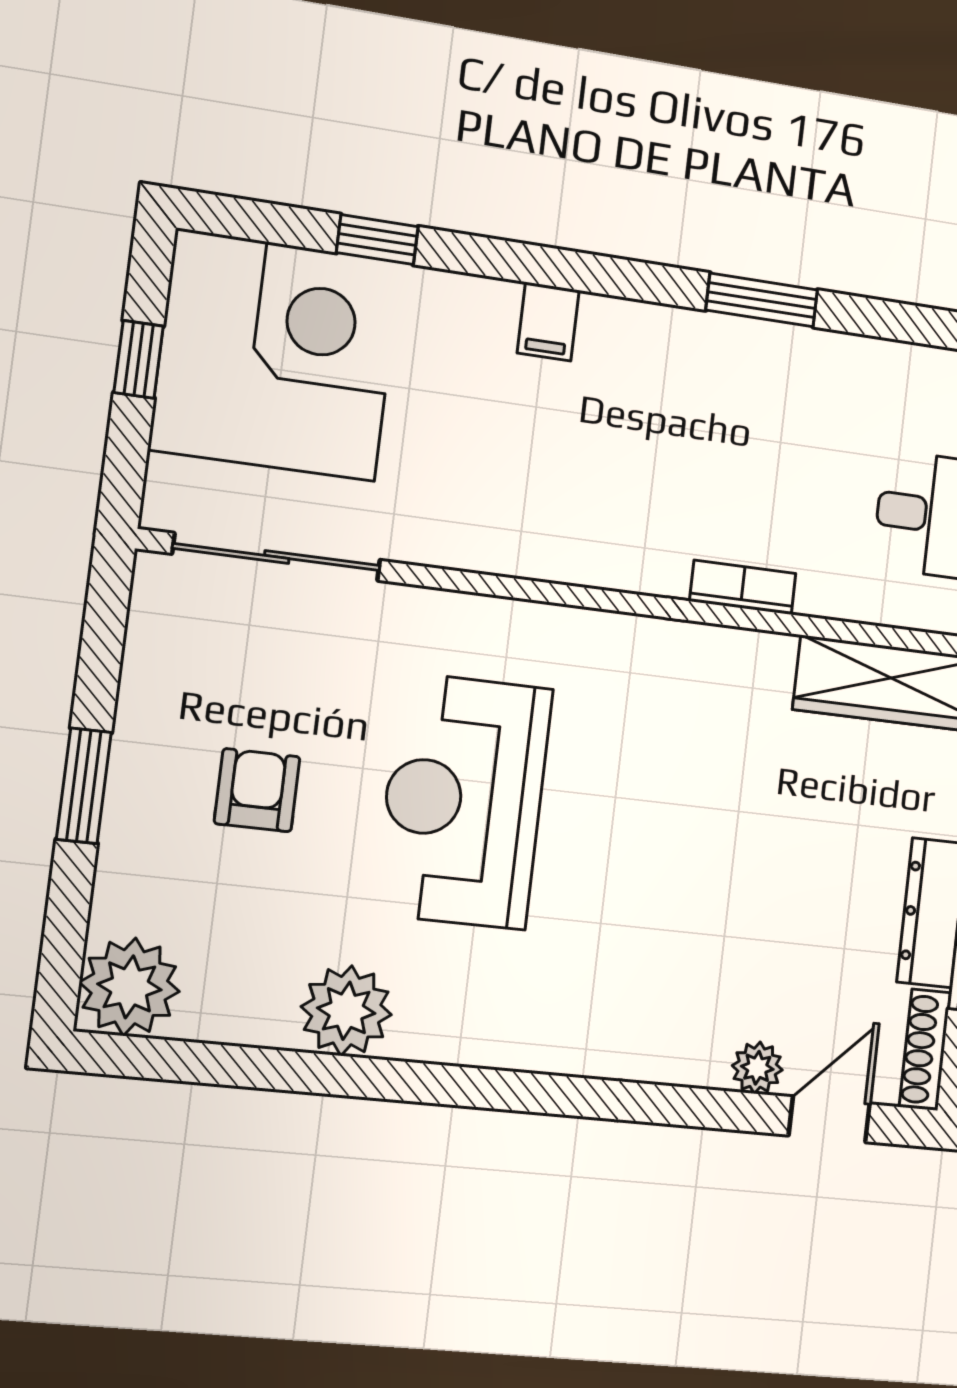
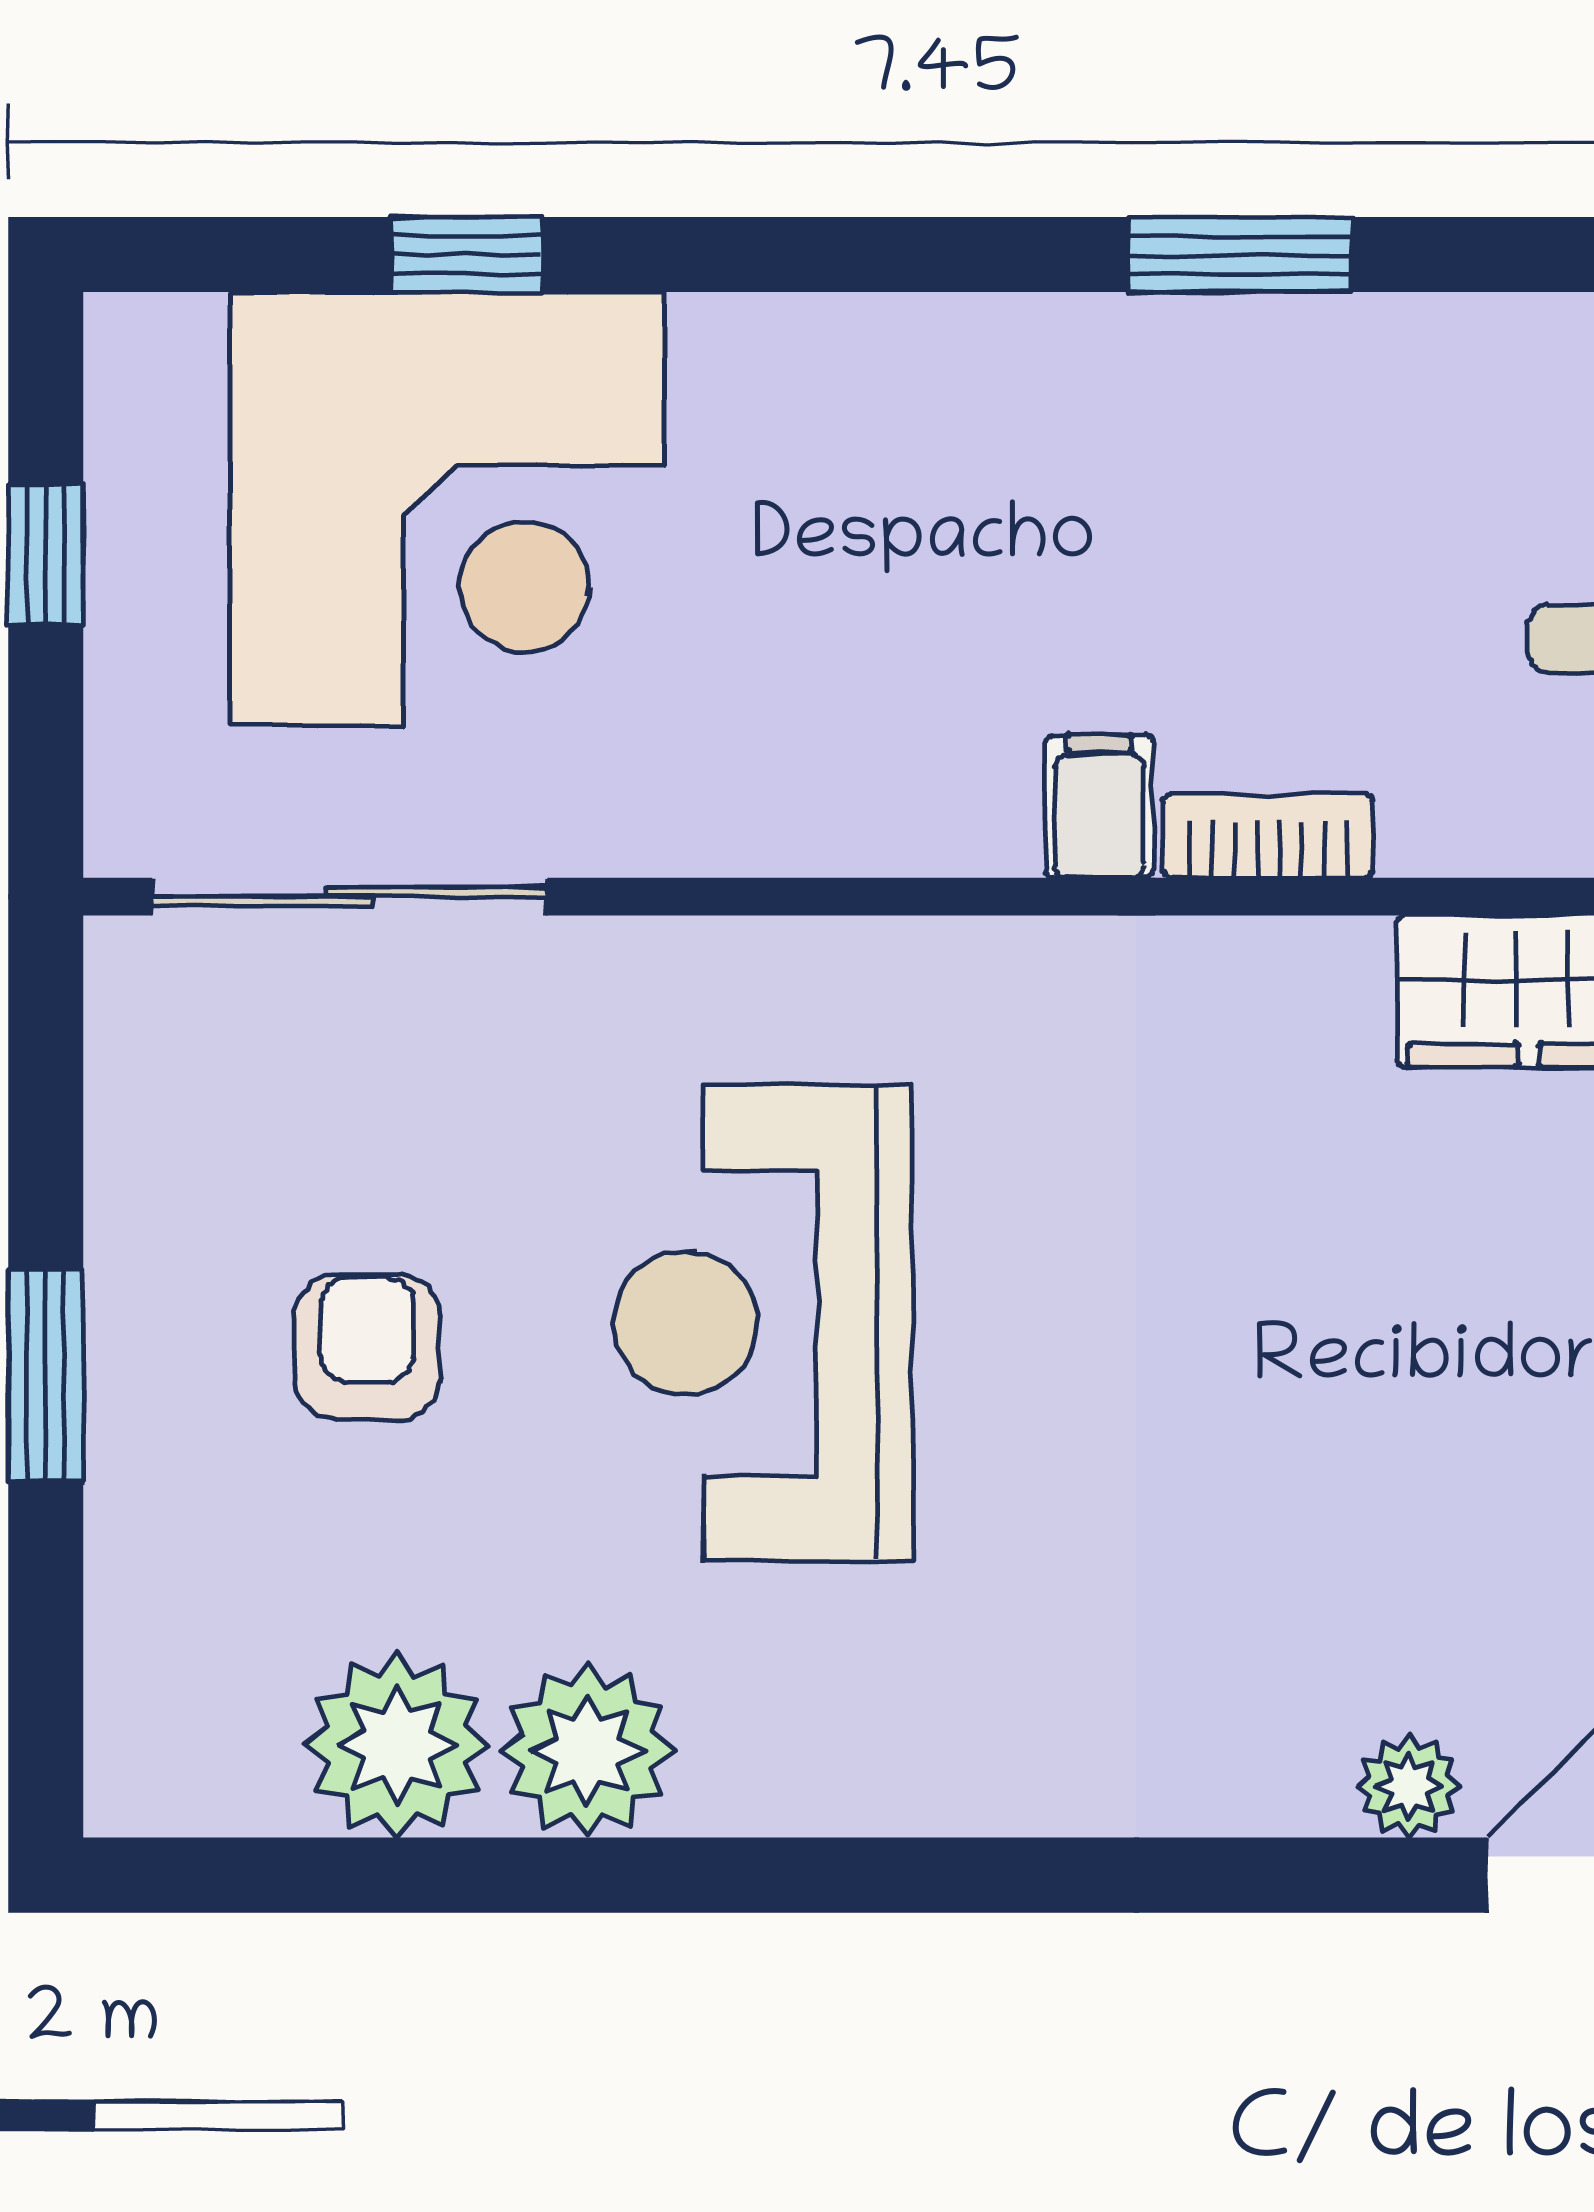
filing cabinet: (548, 322) -> (1100, 806), moved, turned 180
corner desk: (276, 355) -> (447, 509), moved, turned 90
plant: (129, 987) -> (397, 1745), moved

